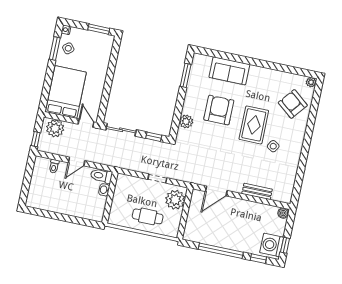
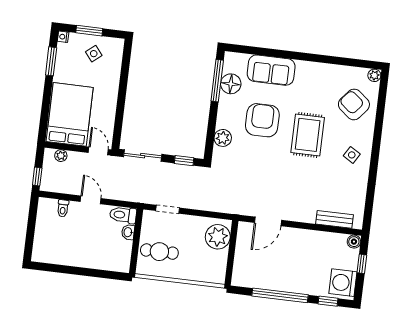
window: (99, 29) -> (89, 31), moved
side table: (68, 48) -> (94, 54), moved
window: (186, 75) -> (217, 81), width x1.44
floor lamp: (196, 79) -> (231, 84), added
plant: (55, 128) -> (61, 156), width x0.53, depth x0.53
side table: (273, 146) -> (352, 155), moved
door: (77, 162) -> (91, 200), swing flipped
doorway: (157, 179) -> (168, 209), moved
bench: (257, 191) -> (335, 219), moved
cafe table: (148, 216) -> (159, 252), moved
window: (285, 245) -> (362, 264), moved

